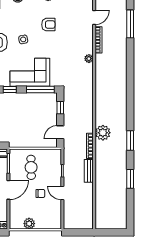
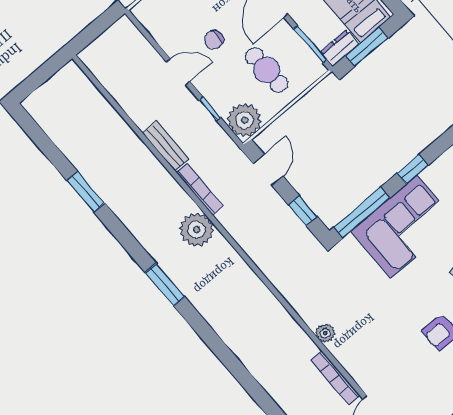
window: (130, 140) -> (165, 285), moved
plant: (54, 156) -> (245, 120), added

